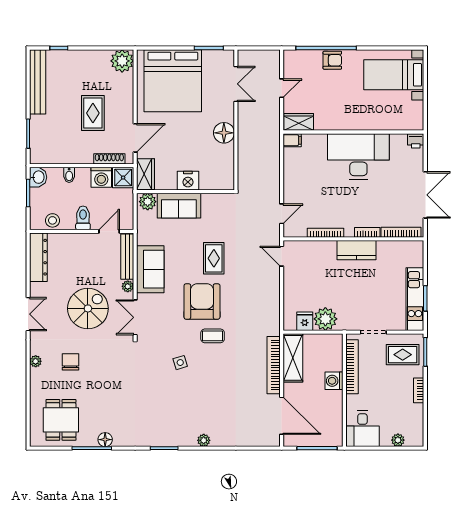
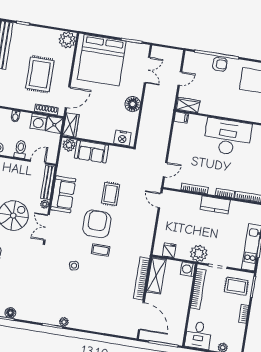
rug: (93, 113) -> (40, 74), width x1.36, depth x1.43
nightstand: (188, 181) -> (122, 138), moved
plant: (325, 319) -> (199, 253), moved
washing machine: (334, 381) -> (188, 269), moved
plant: (204, 440) -> (64, 322), moved

